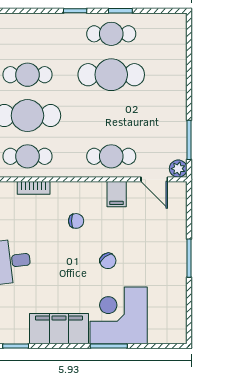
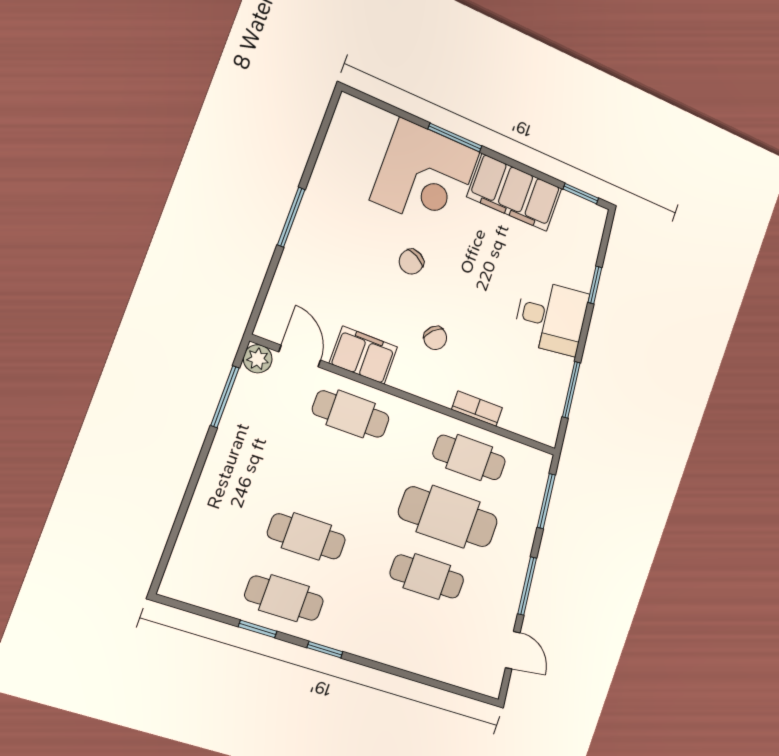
cafe table: (111, 75) -> (306, 536), width x0.73, depth x0.74
filing cabinet: (117, 194) -> (363, 355), width x2.00
chair: (76, 221) -> (435, 338), turned -134
chair: (108, 261) -> (411, 262), turned -116

